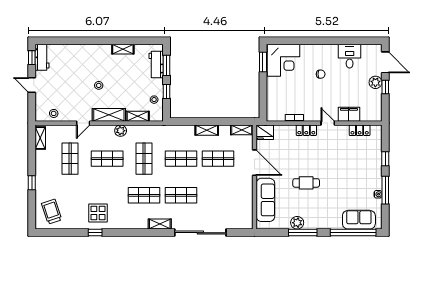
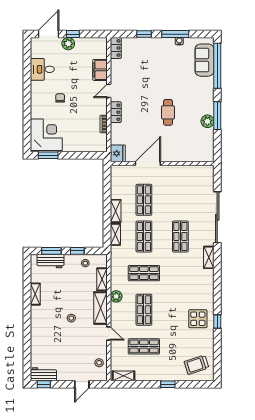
door: (32, 85) -> (82, 384), moved
shelving: (242, 130) -> (115, 234), moved
locker: (360, 130) -> (116, 48), moved
shop shelf: (144, 195) -> (180, 273), removed
sofa: (265, 200) -> (185, 153), removed

